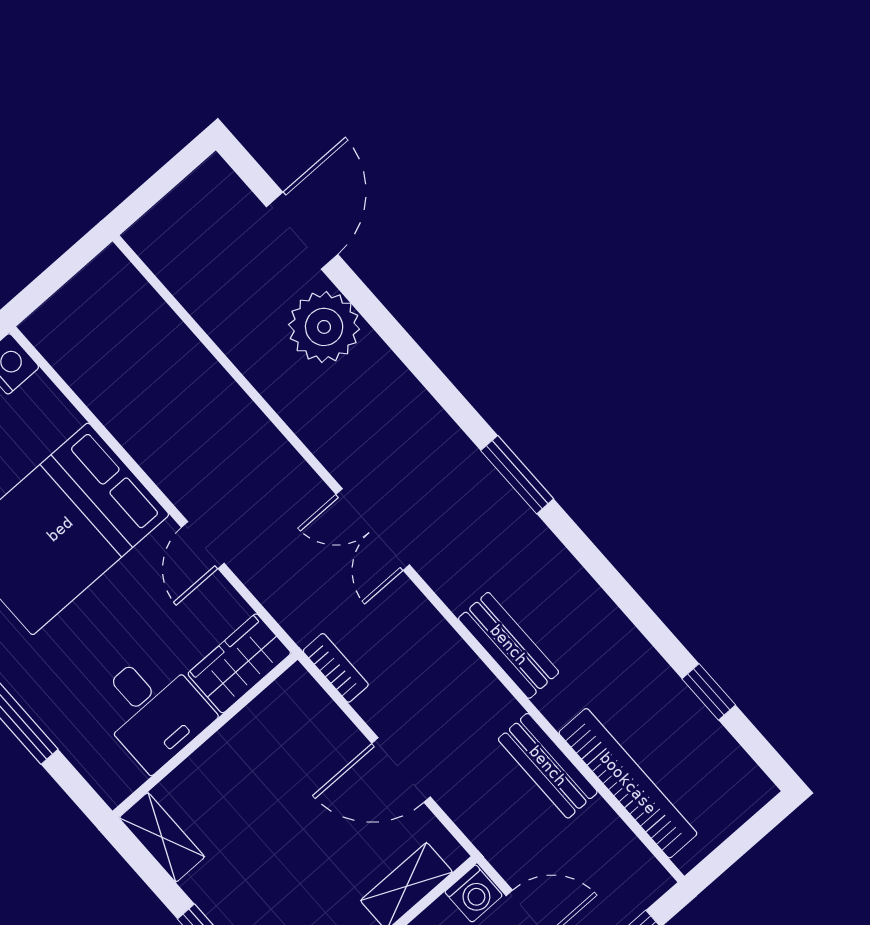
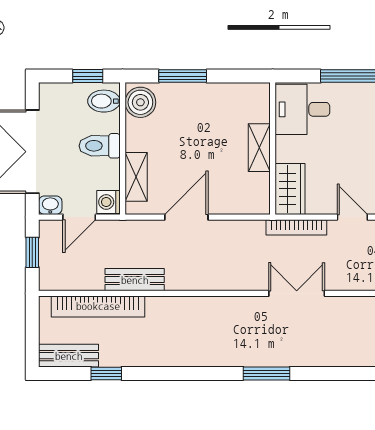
bench: (509, 645) -> (69, 356), moved
bookcase: (336, 668) -> (296, 227), moved, width x1.56
desk: (153, 710) -> (302, 109), moved
shelving: (162, 837) -> (259, 148), moved, turned 90

